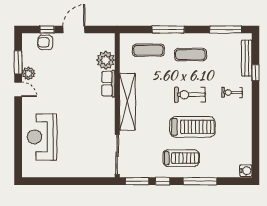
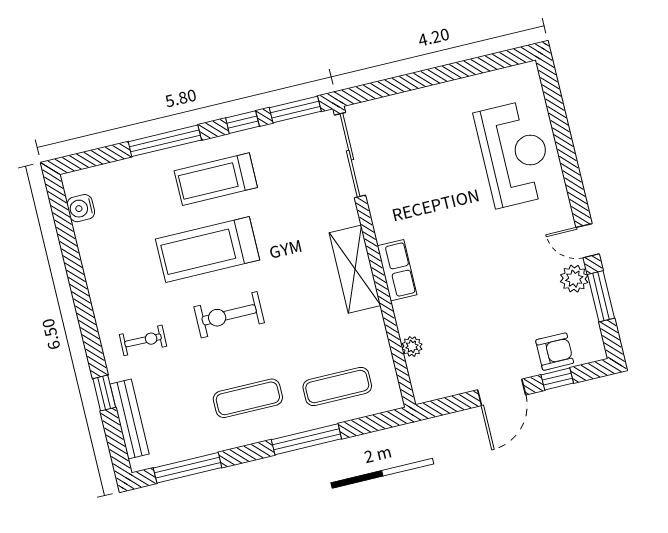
plant: (106, 60) -> (412, 346), width x0.53, depth x0.53
row of seats: (108, 84) -> (397, 270), moved
exercise bike: (190, 95) -> (229, 315), turned 180
shelving: (127, 102) -> (355, 269), width x0.68
water cooler: (246, 171) -> (81, 208), moved

